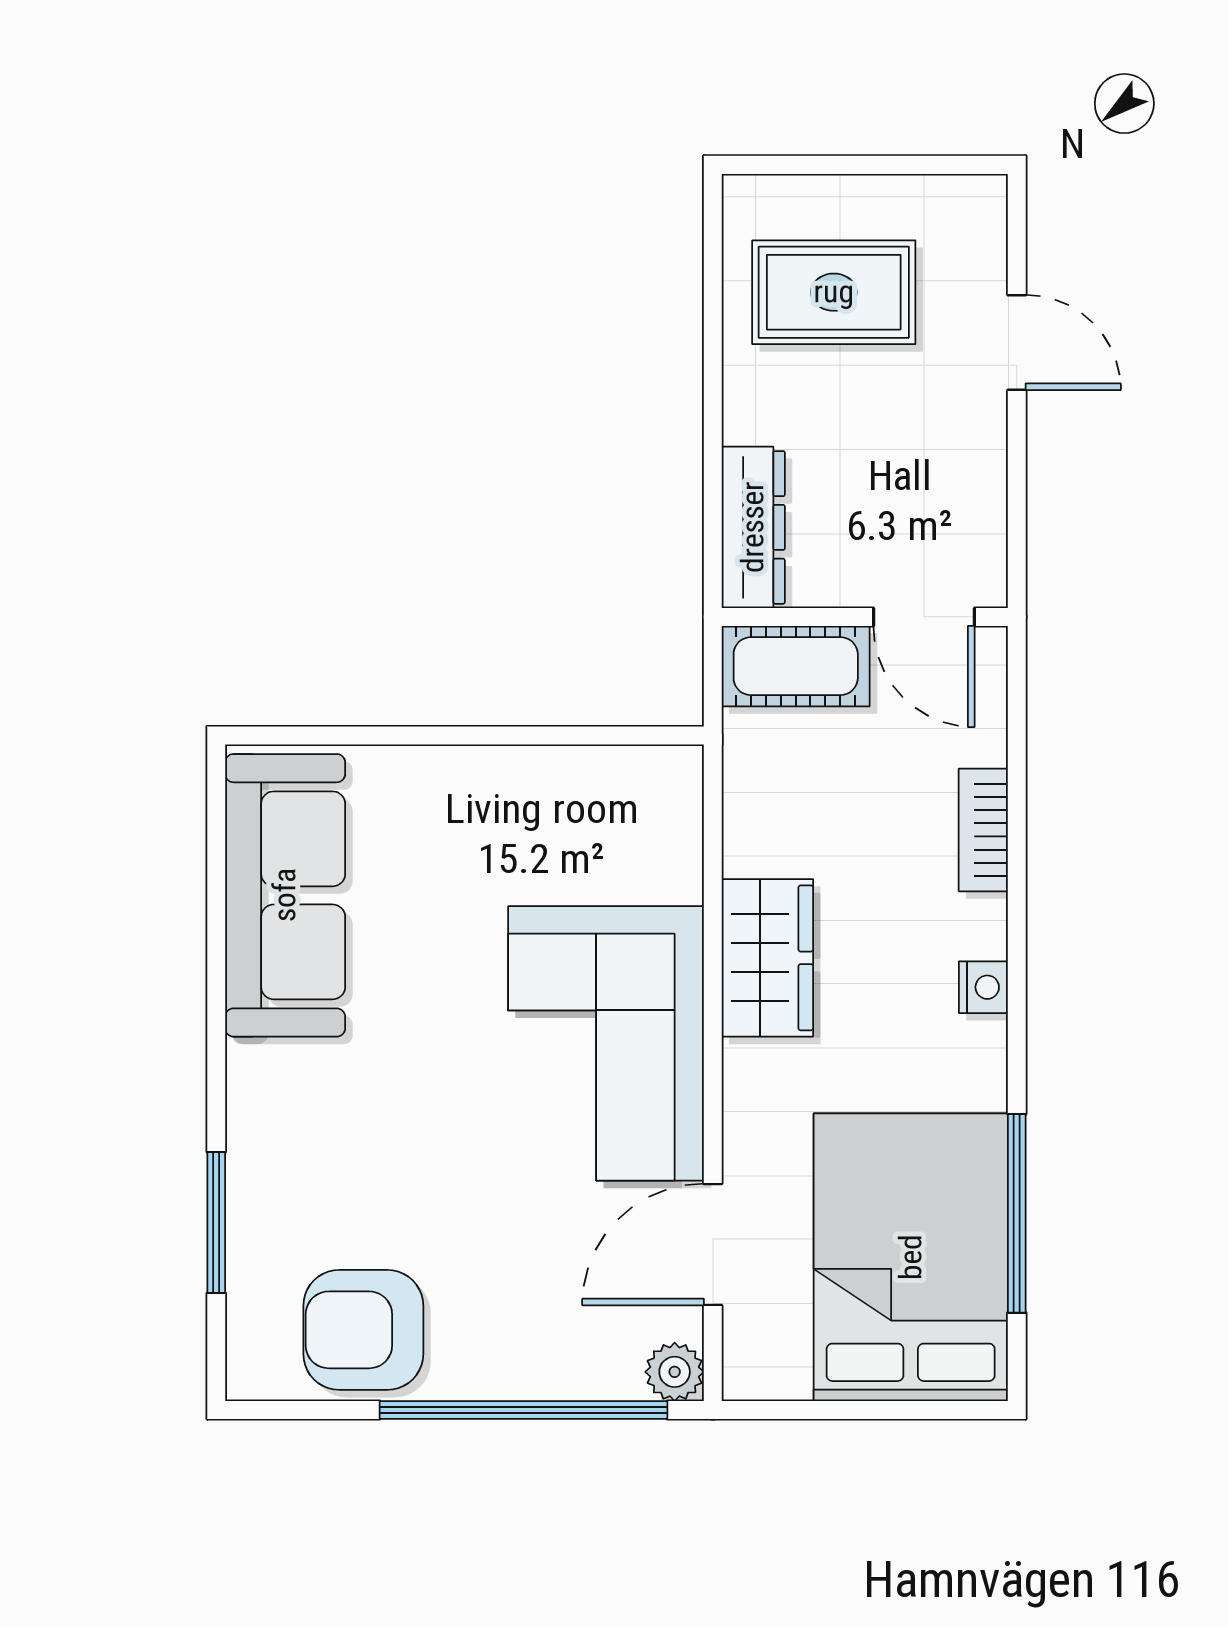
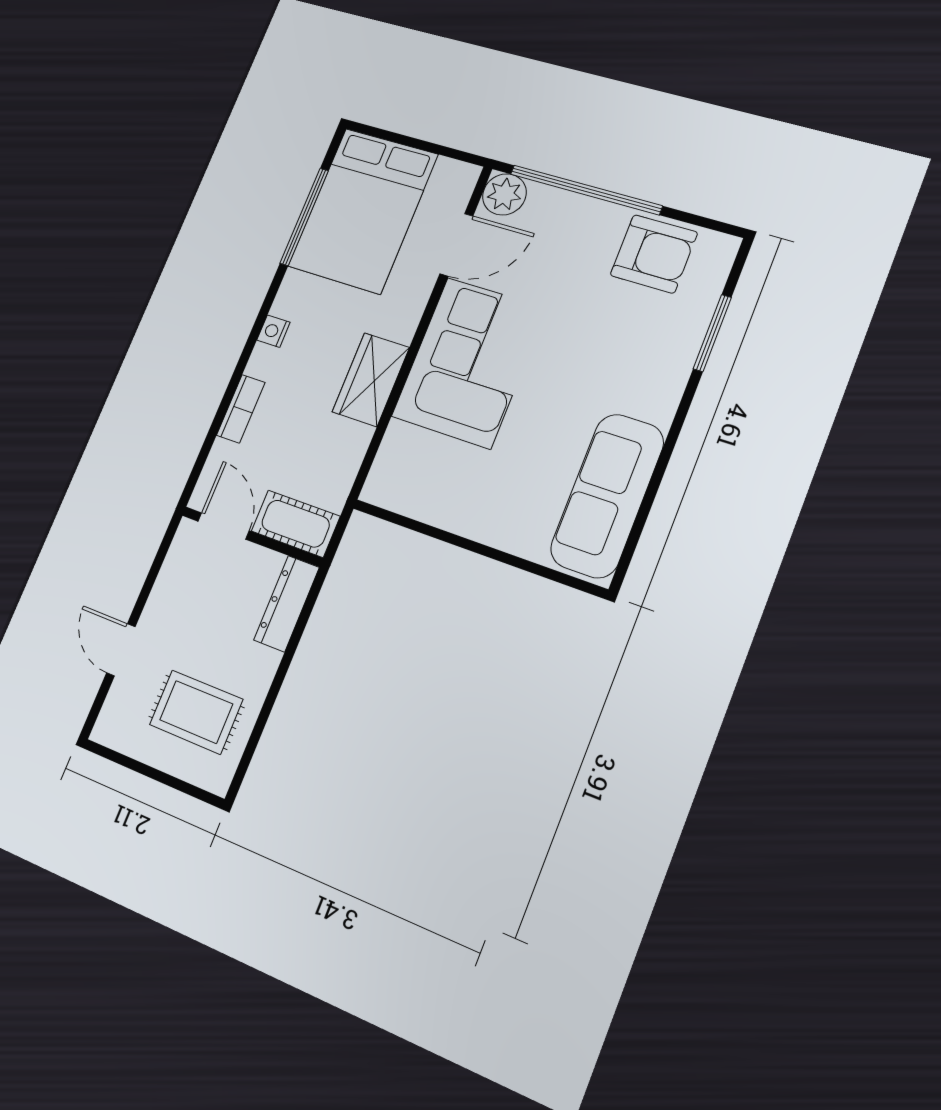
plant: (675, 1372) -> (504, 194), width x1.38, depth x1.38

